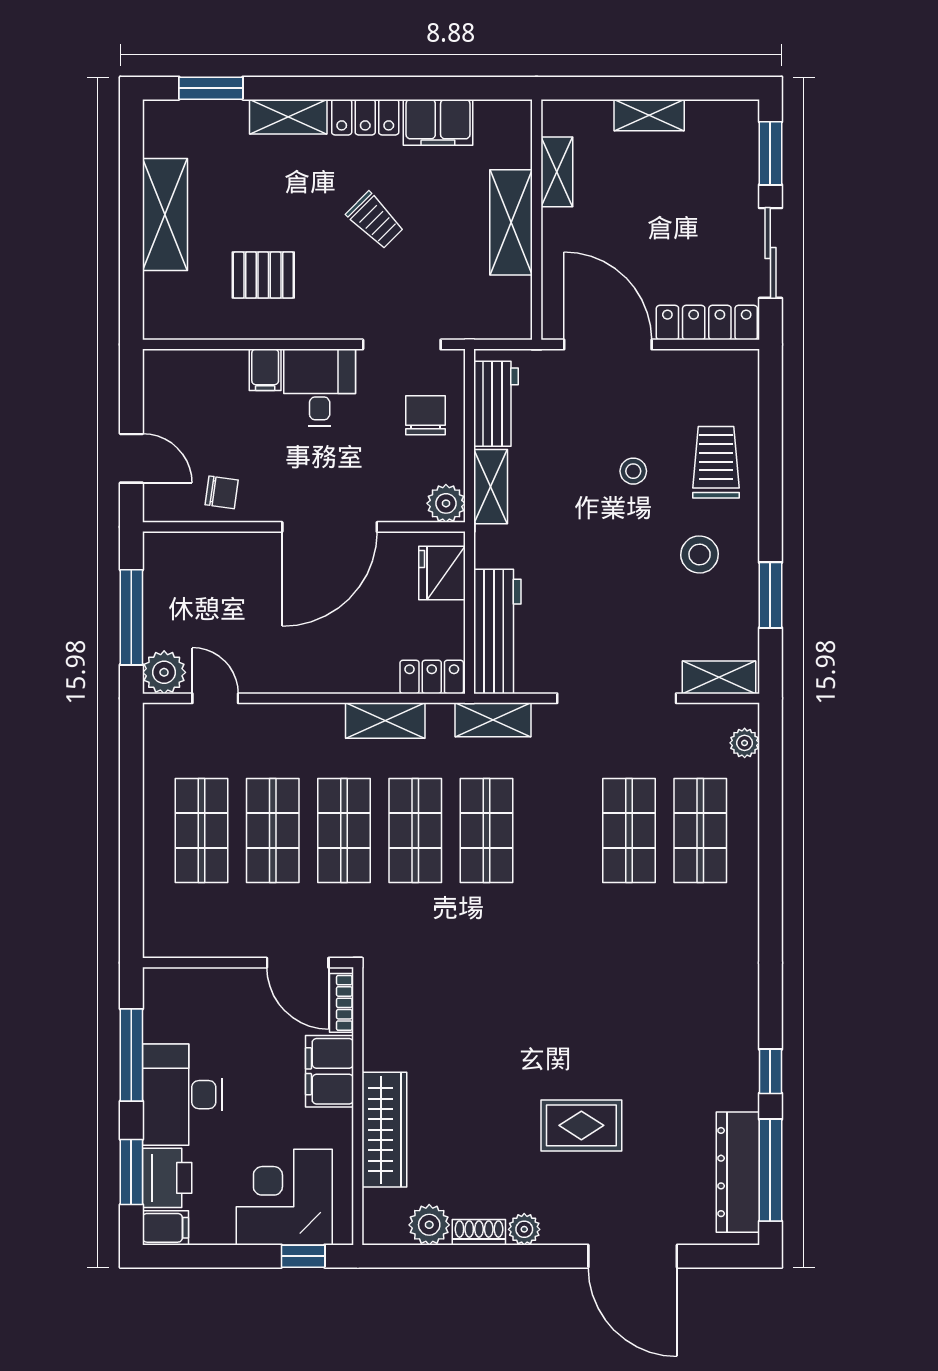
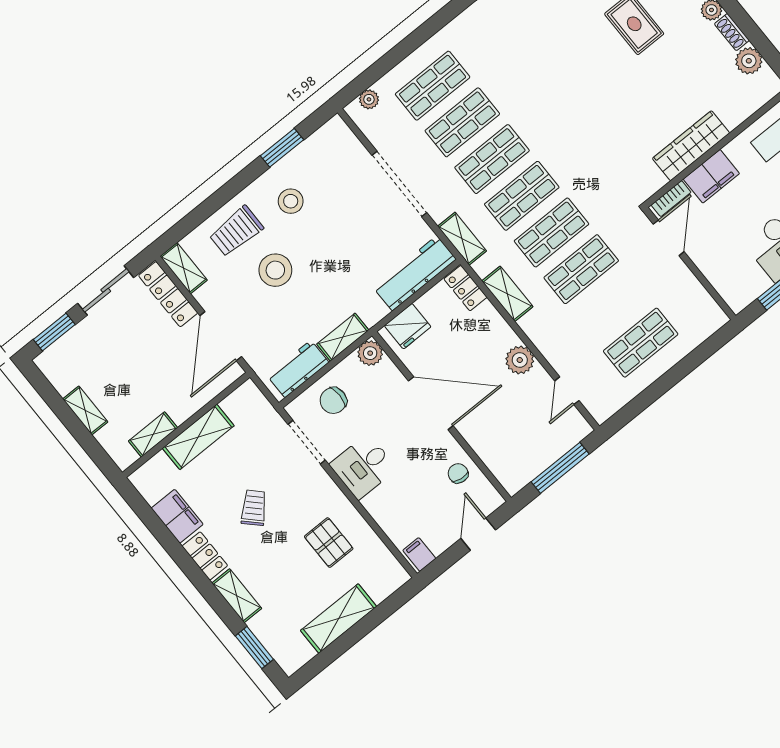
filing cabinet: (265, 370) -> (419, 554), moved, turned -90
stool: (633, 471) -> (275, 270), width x1.89, depth x1.89
plant: (164, 672) -> (520, 360), moved
shelving: (719, 677) -> (184, 268), moved
shop shelf: (273, 830) -> (492, 159), moved
wardrobe: (384, 1130) -> (691, 146), moved

